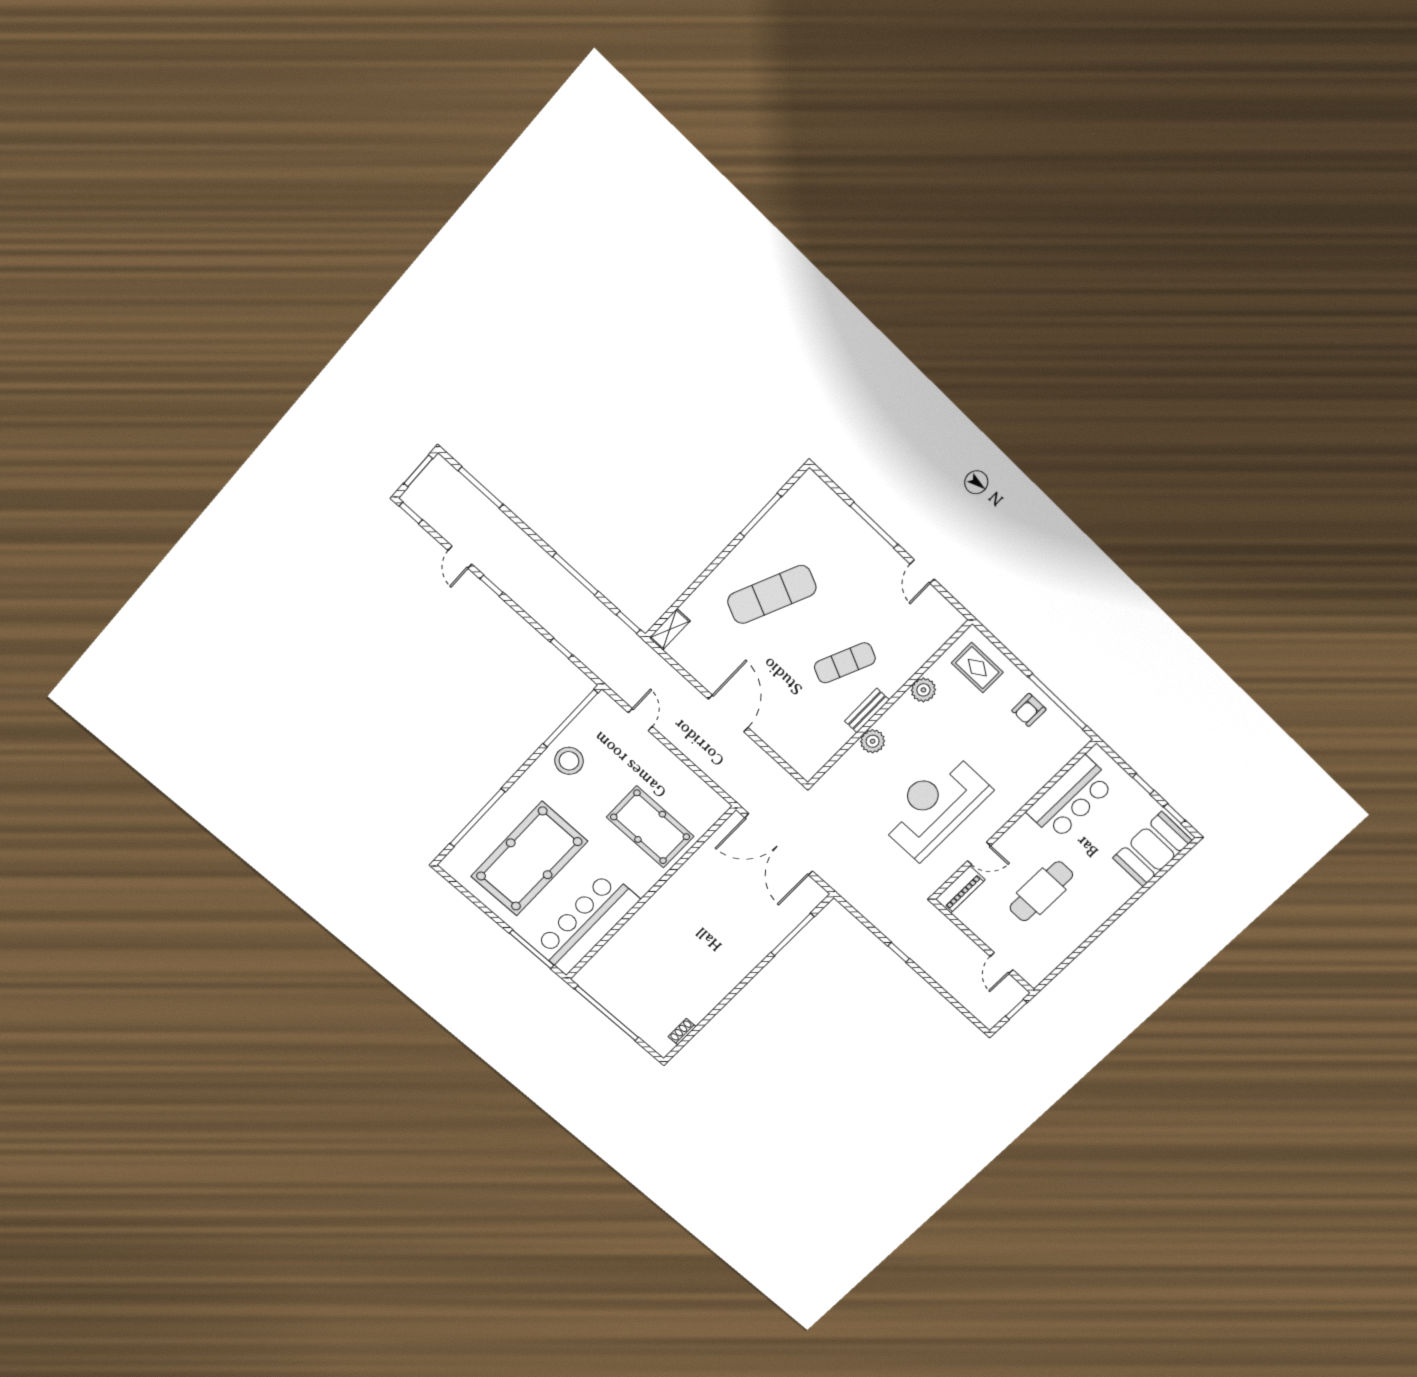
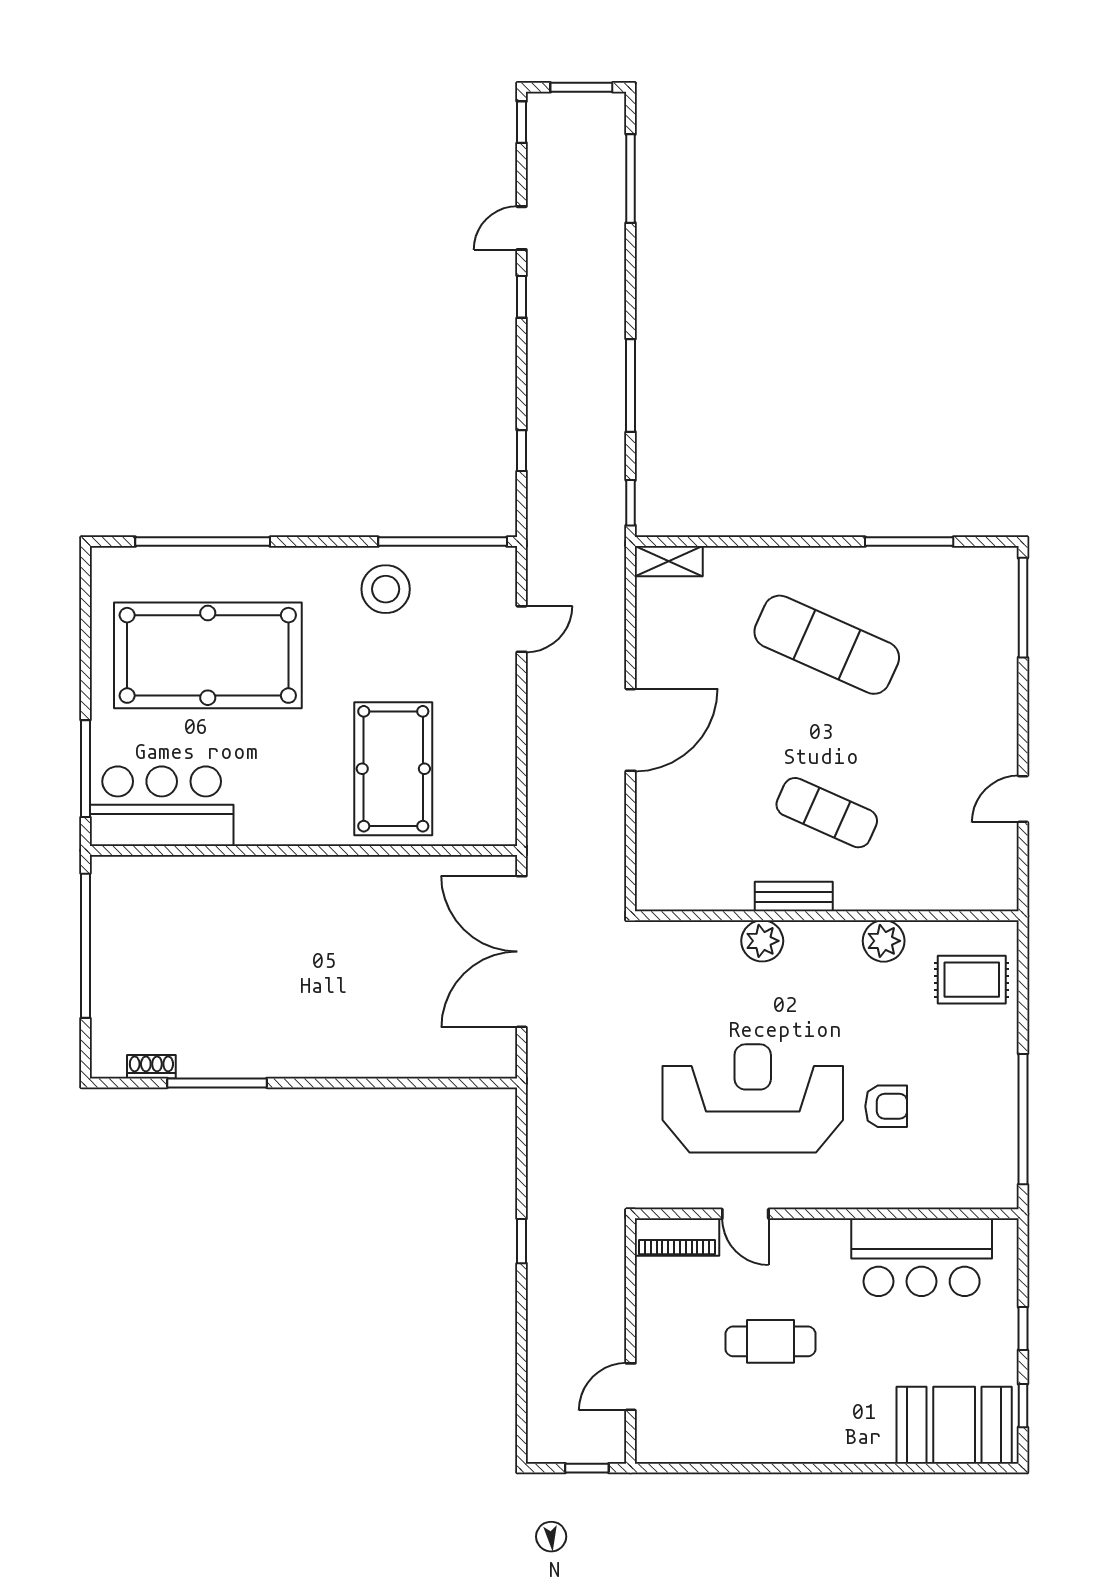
window: (874, 525) -> (1023, 608), moved
rug: (977, 668) -> (972, 980), turned 90
armchair: (1029, 710) -> (886, 1106), moved, turned 180
cafe table: (1041, 891) -> (771, 1341), width x0.73, depth x0.74
bar counter: (587, 923) -> (162, 806), width x0.73
window: (792, 935) -> (217, 1083), moved

